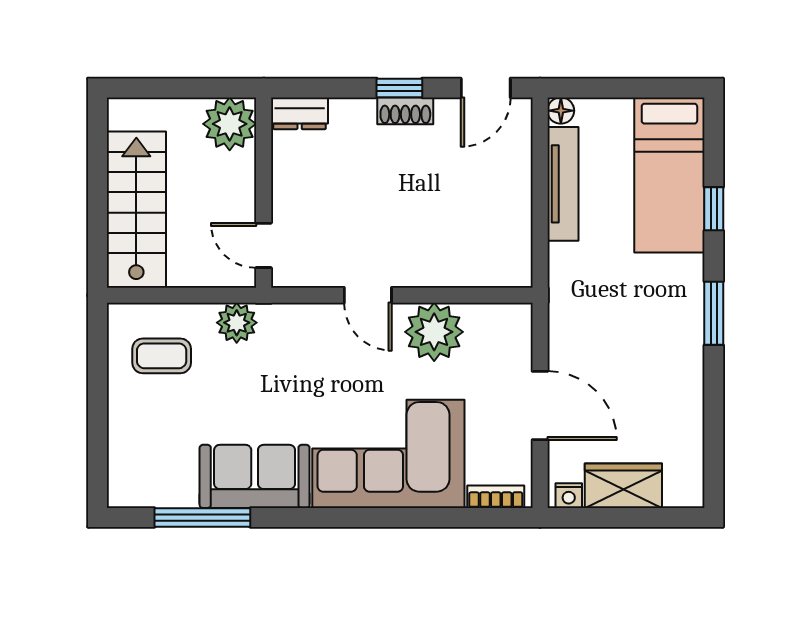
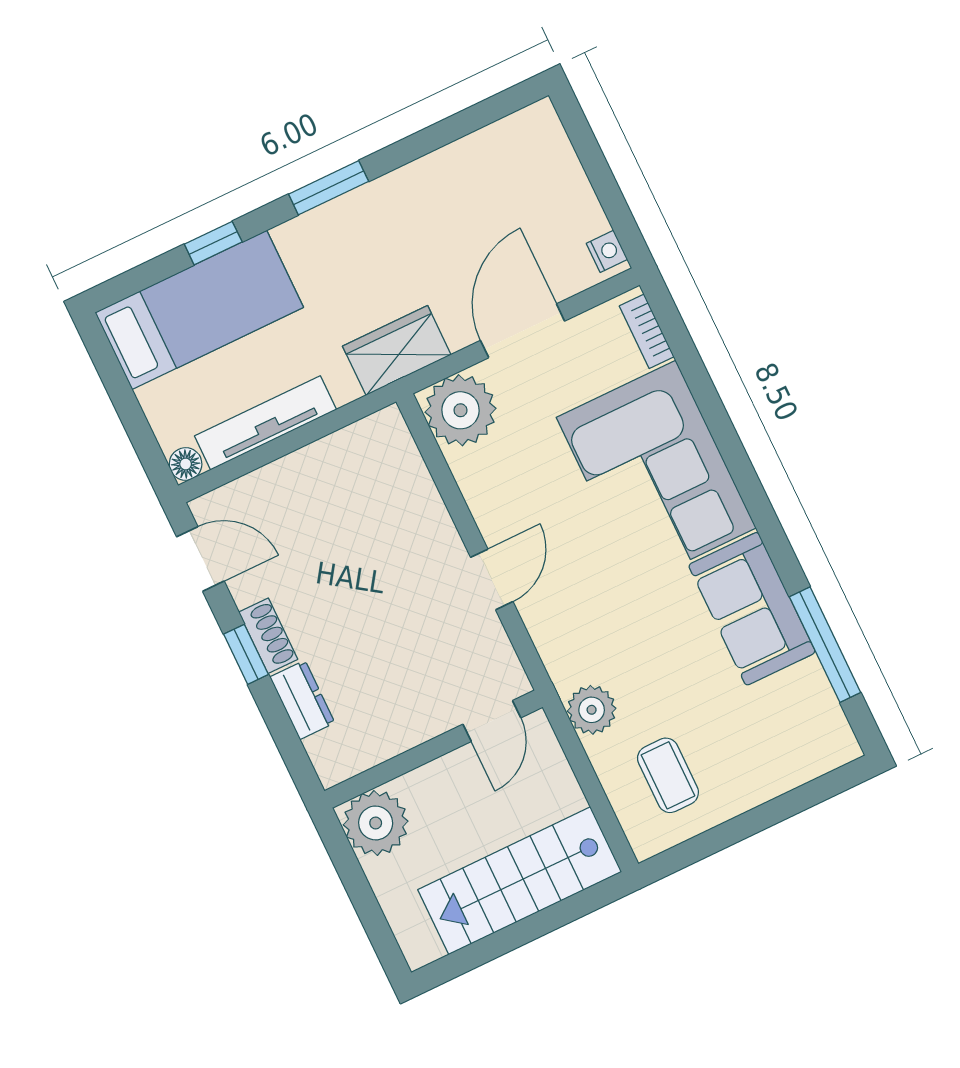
dresser: (300, 113) -> (302, 700), moved
plant: (434, 332) -> (460, 410), moved
wardrobe: (623, 486) -> (397, 351), moved, turned 90

